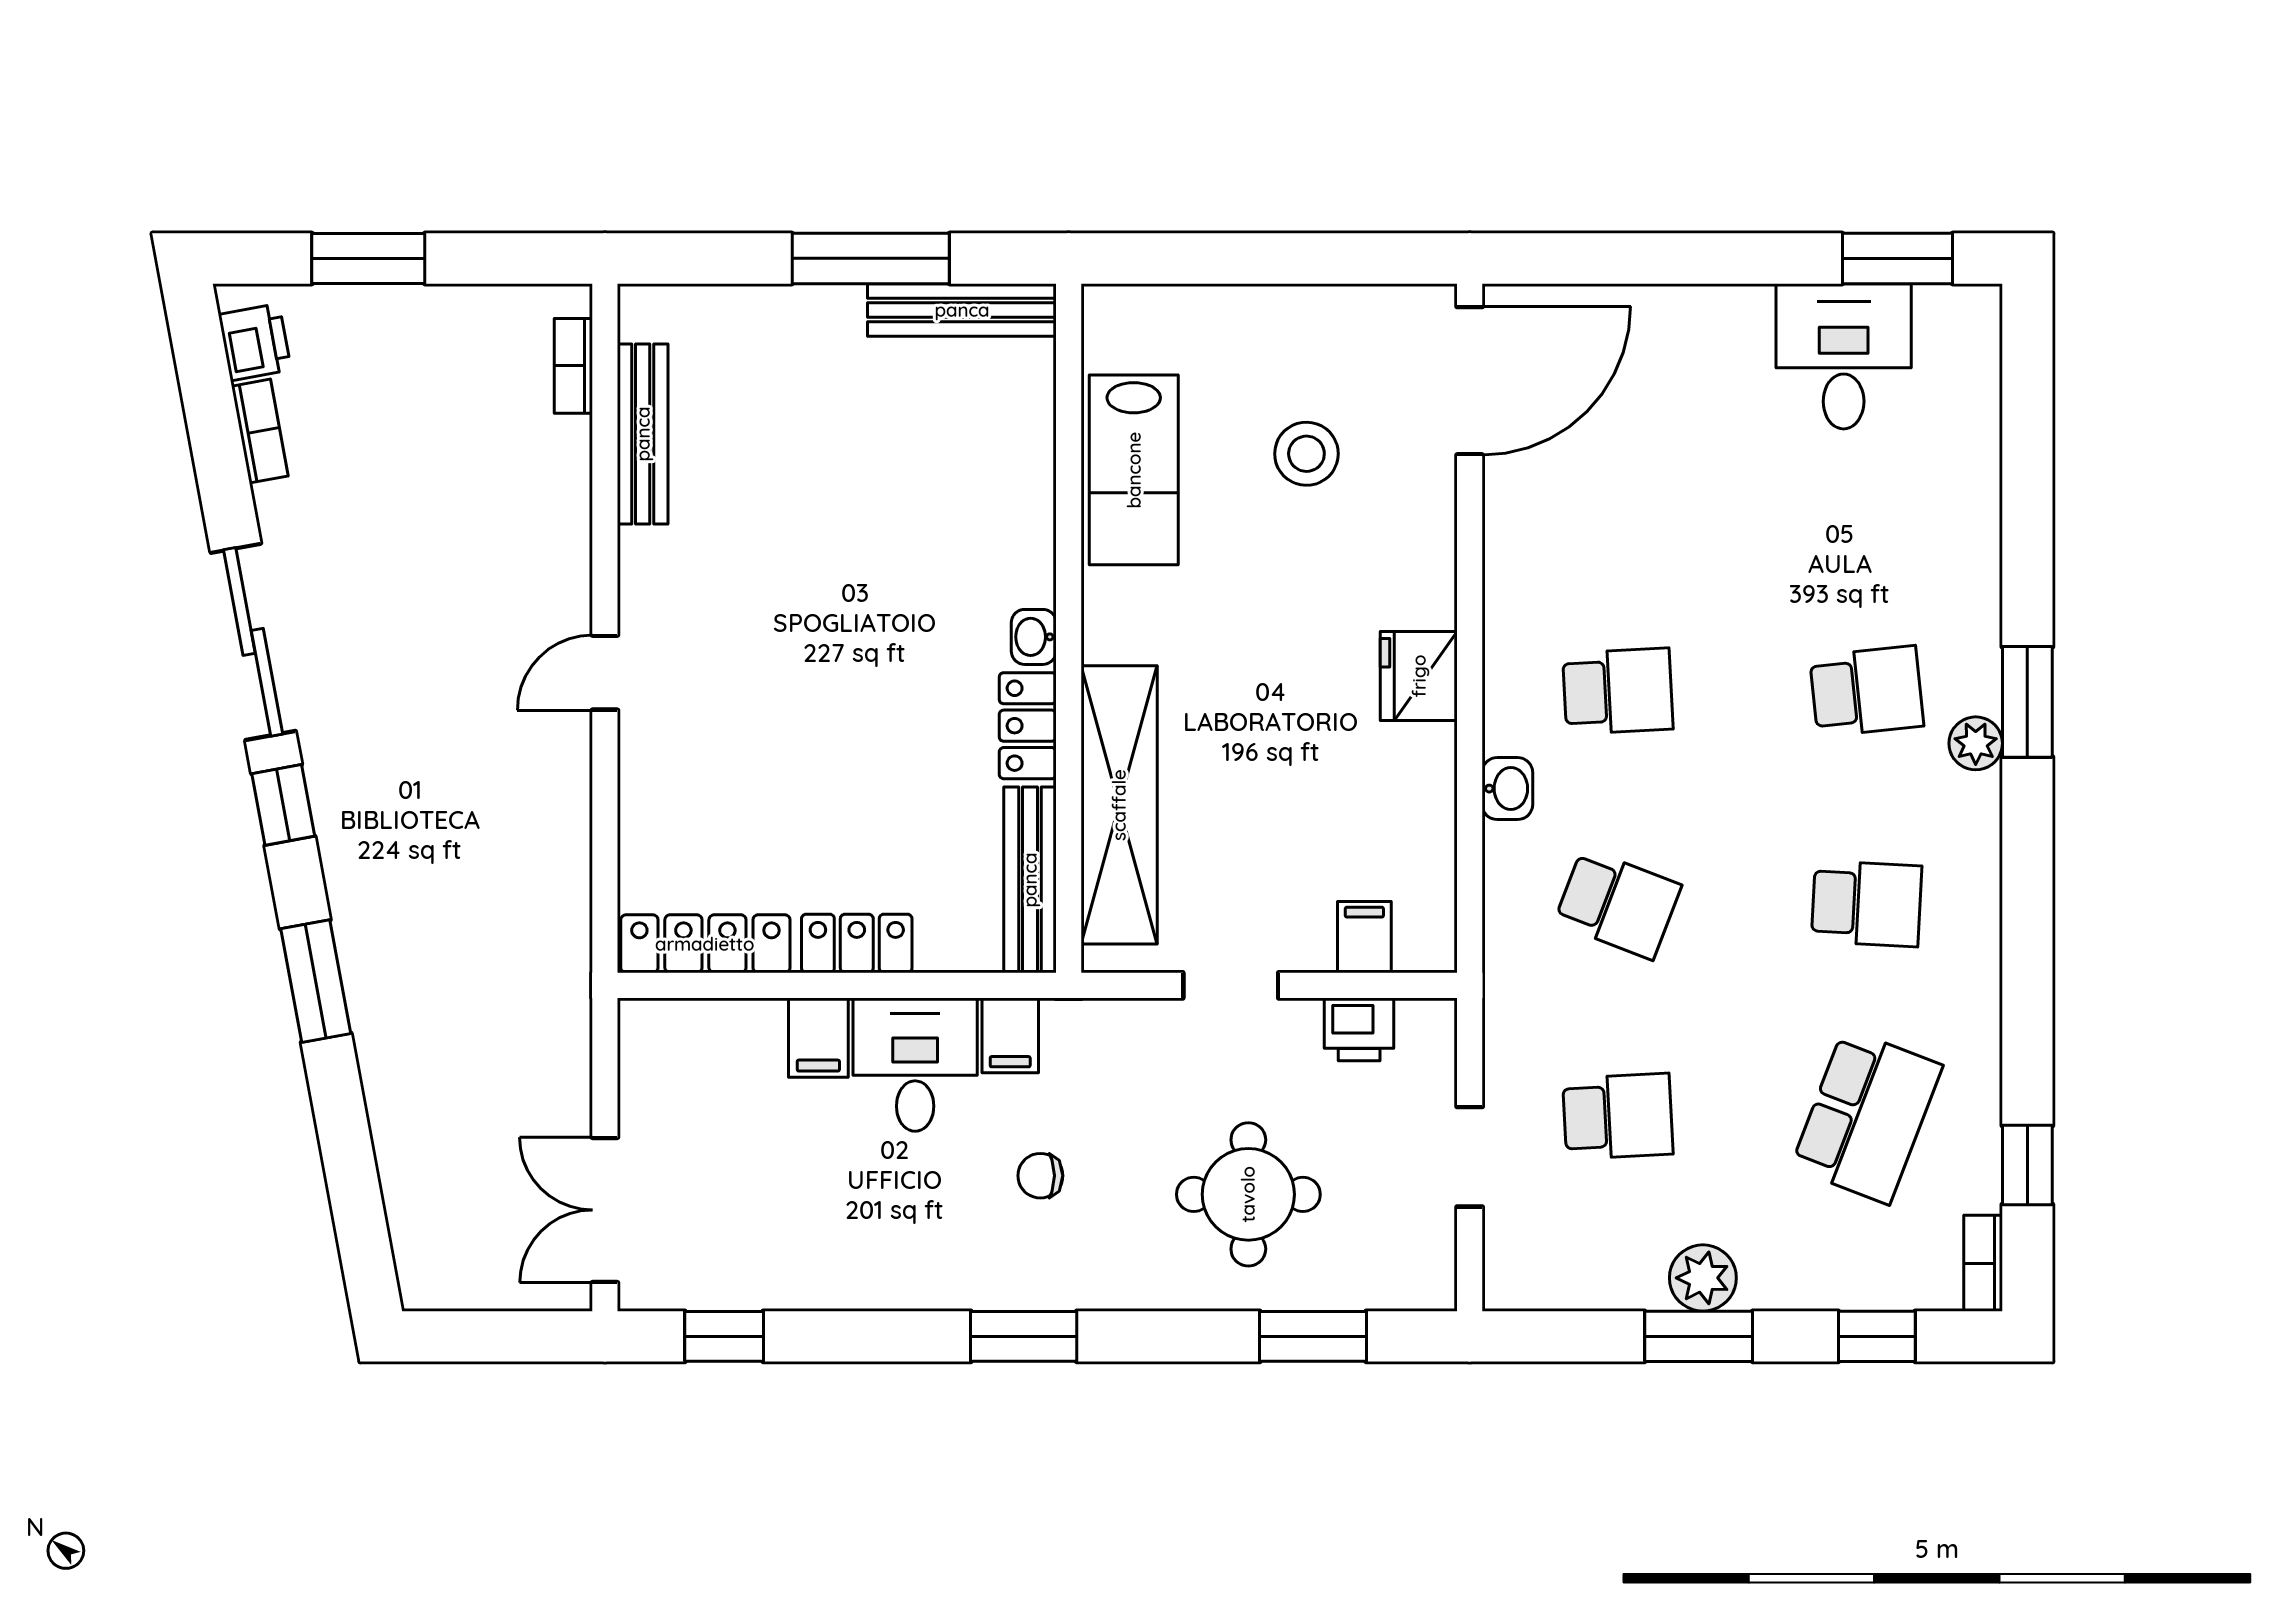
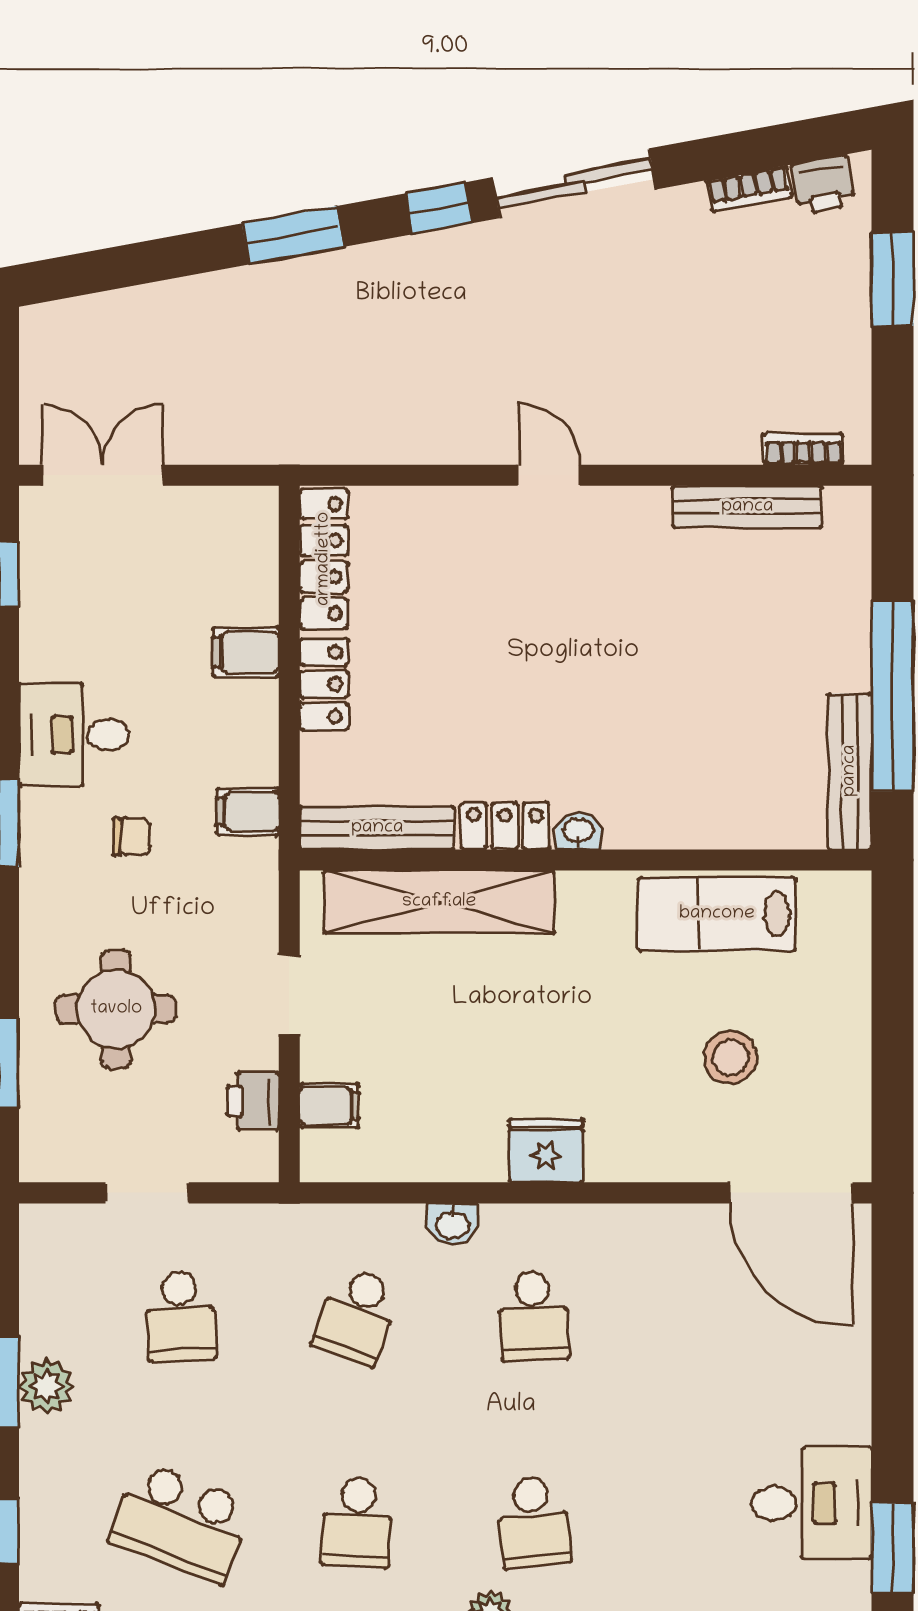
window: (871, 258) -> (893, 696), width x1.46
desk: (915, 1065) -> (74, 735), moved, turned 180
chair: (1040, 1176) -> (131, 837), turned 90

